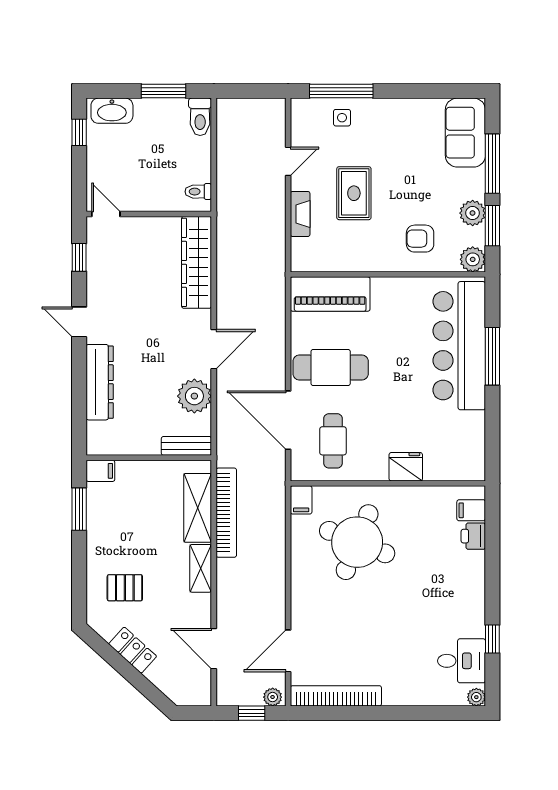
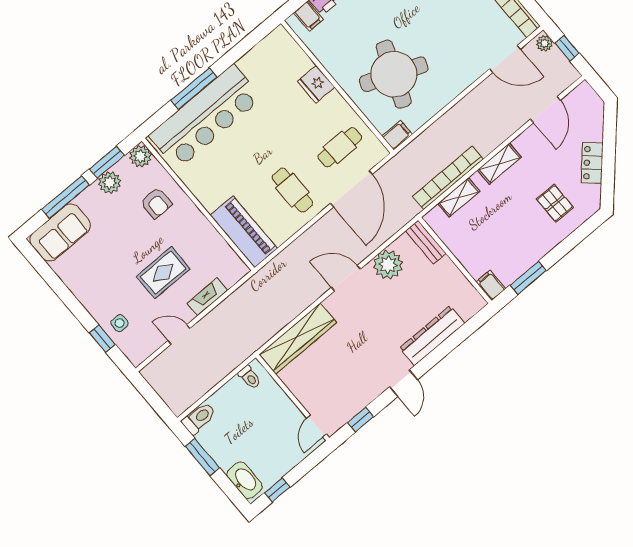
window: (341, 91) -> (102, 339), width x0.46
cafe table: (331, 368) -> (292, 190), width x0.73, depth x0.74
shelving: (198, 508) -> (459, 197), width x0.67, depth x0.75

